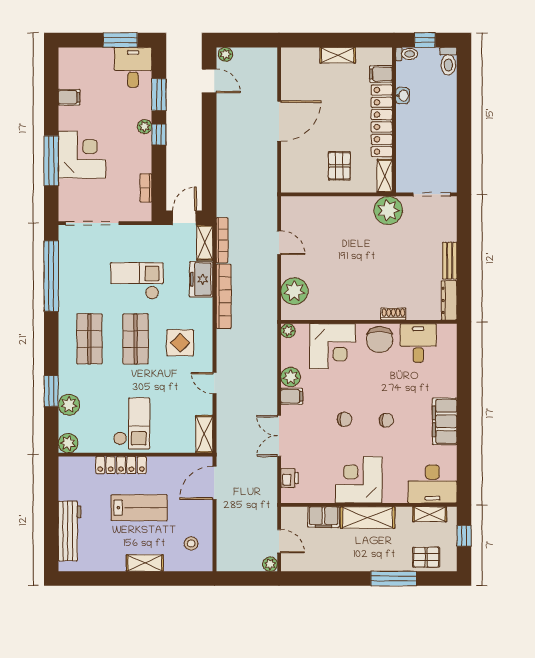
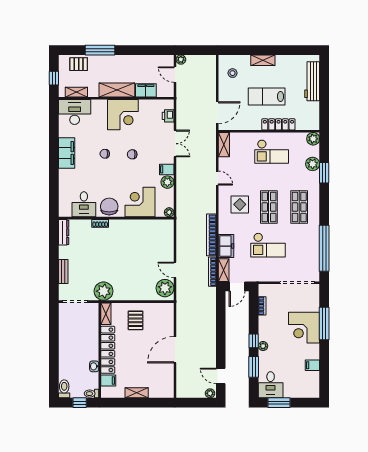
bench: (450, 261) -> (63, 272), moved
plant: (294, 291) -> (165, 288), moved
checkout: (132, 424) -> (272, 152), turned -90

